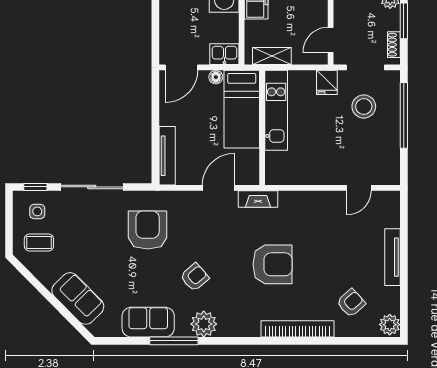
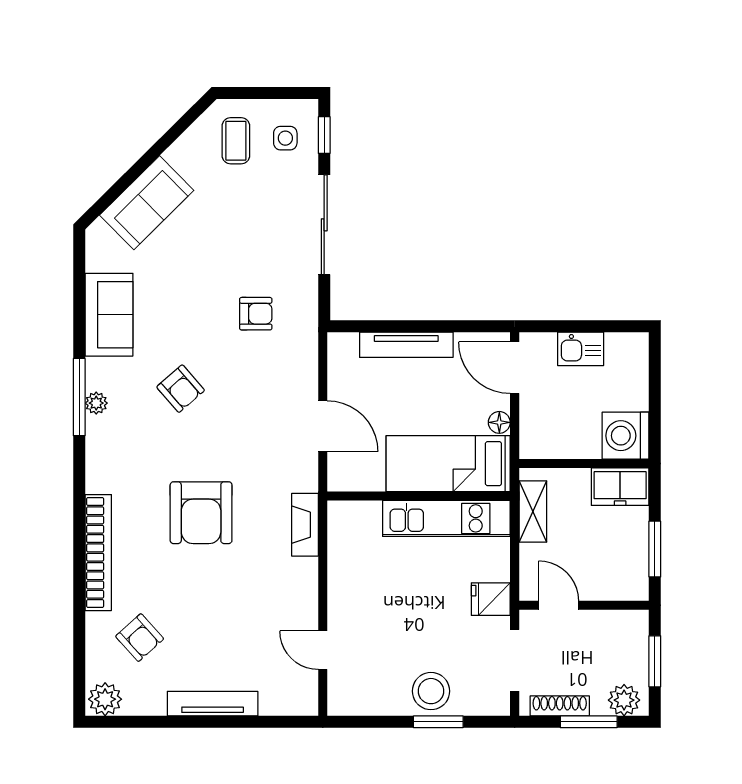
shoe rack: (394, 45) -> (560, 706), width x1.43
kitchen sink: (224, 54) -> (581, 349), moved, turned 90
stool: (364, 106) -> (431, 691), moved
window: (404, 115) -> (438, 722), width x0.47
tv unit: (167, 156) -> (406, 345), moved
fireplace: (258, 199) -> (305, 525), moved
armchair: (148, 230) -> (256, 314), width x0.53, depth x0.53
plant: (204, 324) -> (96, 403), width x0.53, depth x0.53
window: (174, 341) -> (79, 397), moved

